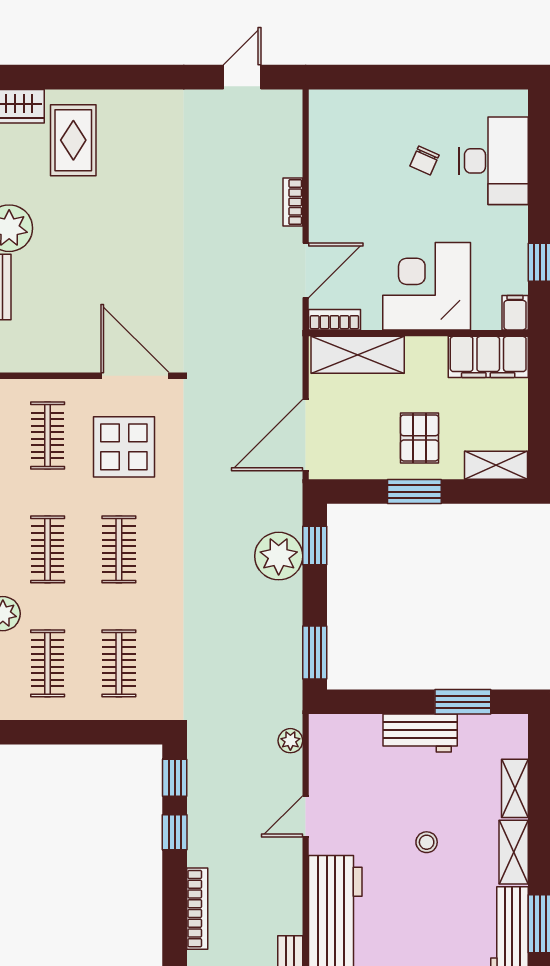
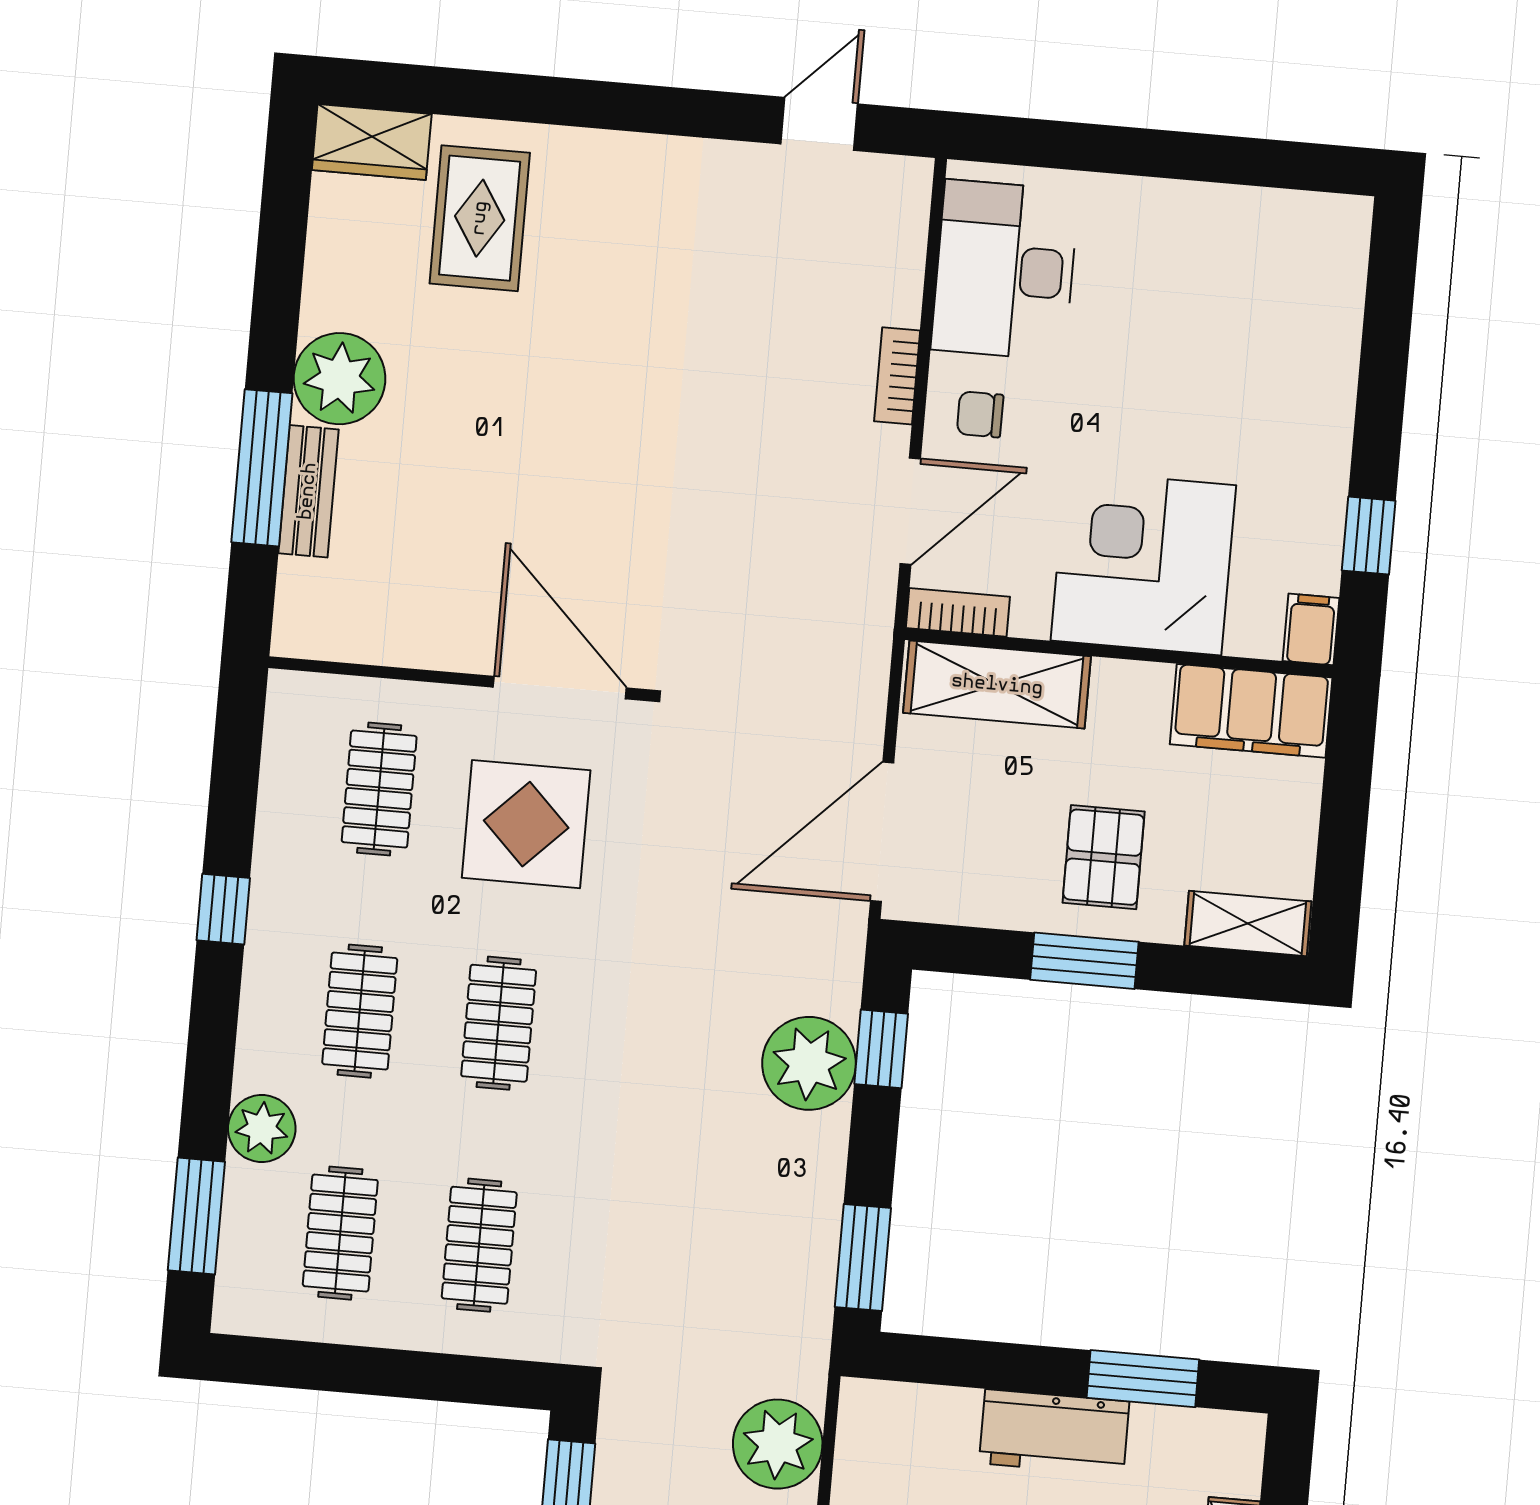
chair: (424, 161) -> (980, 414), moved, turned 66
desk: (494, 161) -> (1005, 270), moved, turned 180
plant: (290, 741) -> (778, 1444), width x1.88, depth x1.88

